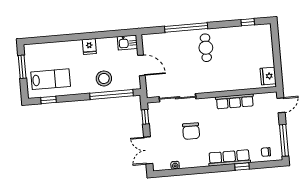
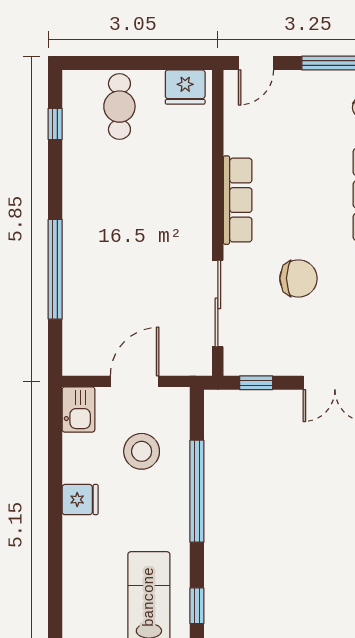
cafe table: (206, 48) -> (119, 107), moved, turned 90
stool: (104, 78) -> (142, 451), moved
window: (112, 95) -> (197, 491), moved
row of seats: (235, 101) -> (238, 200), moved
door: (281, 105) -> (256, 63), swing flipped

